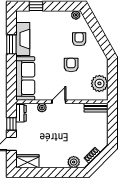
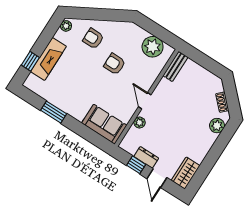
fireplace: (23, 39) -> (48, 59), moved, turned 90
sofa: (25, 78) -> (104, 124), width x0.73
dresser: (21, 113) -> (146, 157), moved

